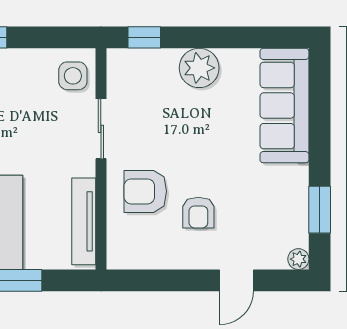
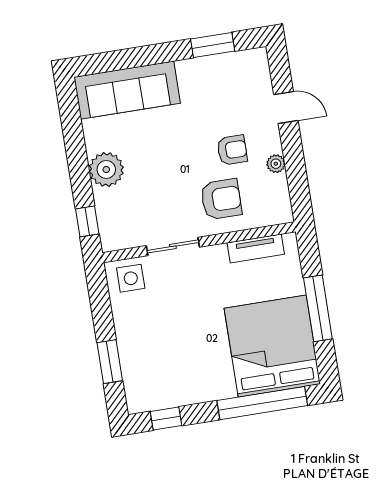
armchair: (145, 191) -> (221, 199), turned -90
tv unit: (84, 221) -> (256, 249), width x0.71
plant: (298, 259) -> (276, 164), moved

